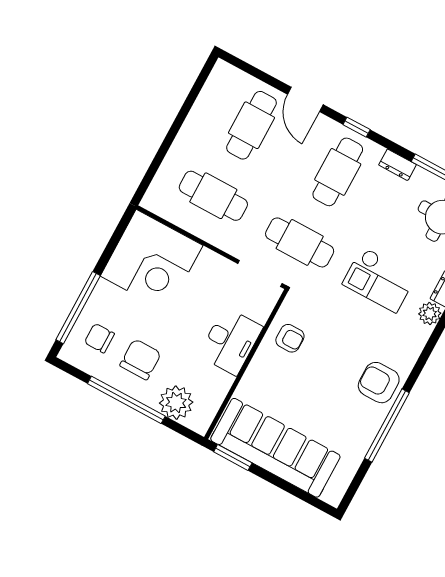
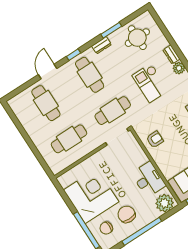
door: (305, 99) -> (48, 71), swing flipped
corner desk: (152, 261) -> (91, 196), moved, turned -90
checkout: (379, 280) -> (150, 83), turned 90
desk: (231, 341) -> (149, 179), moved
plant: (176, 403) -> (165, 203), moved

